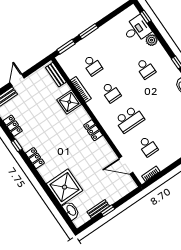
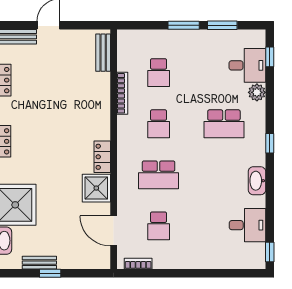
window: (66, 47) -> (222, 25), moved
school desk: (146, 69) -> (224, 124), width x1.85
shower: (69, 102) -> (96, 188), moved

